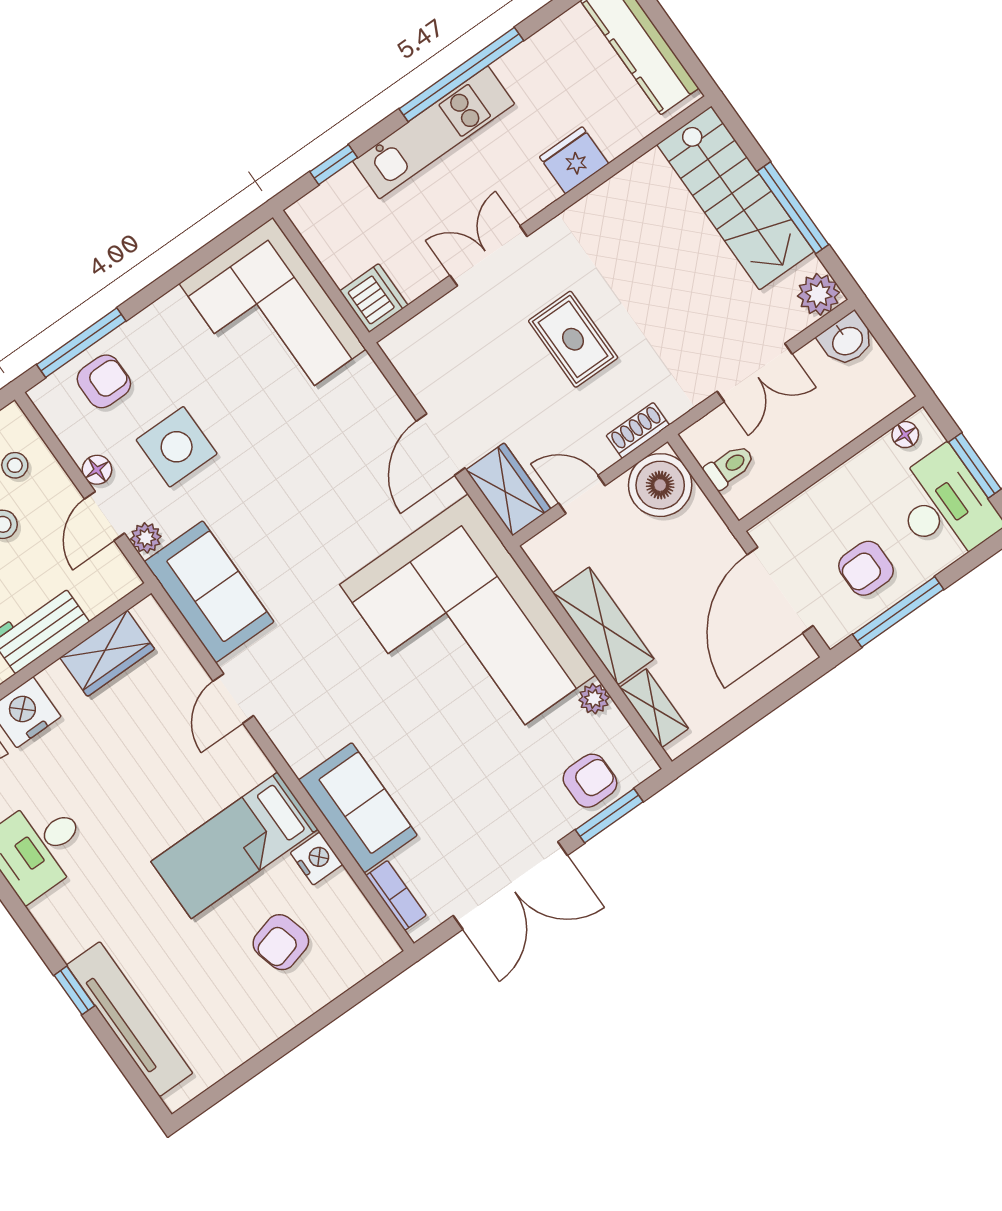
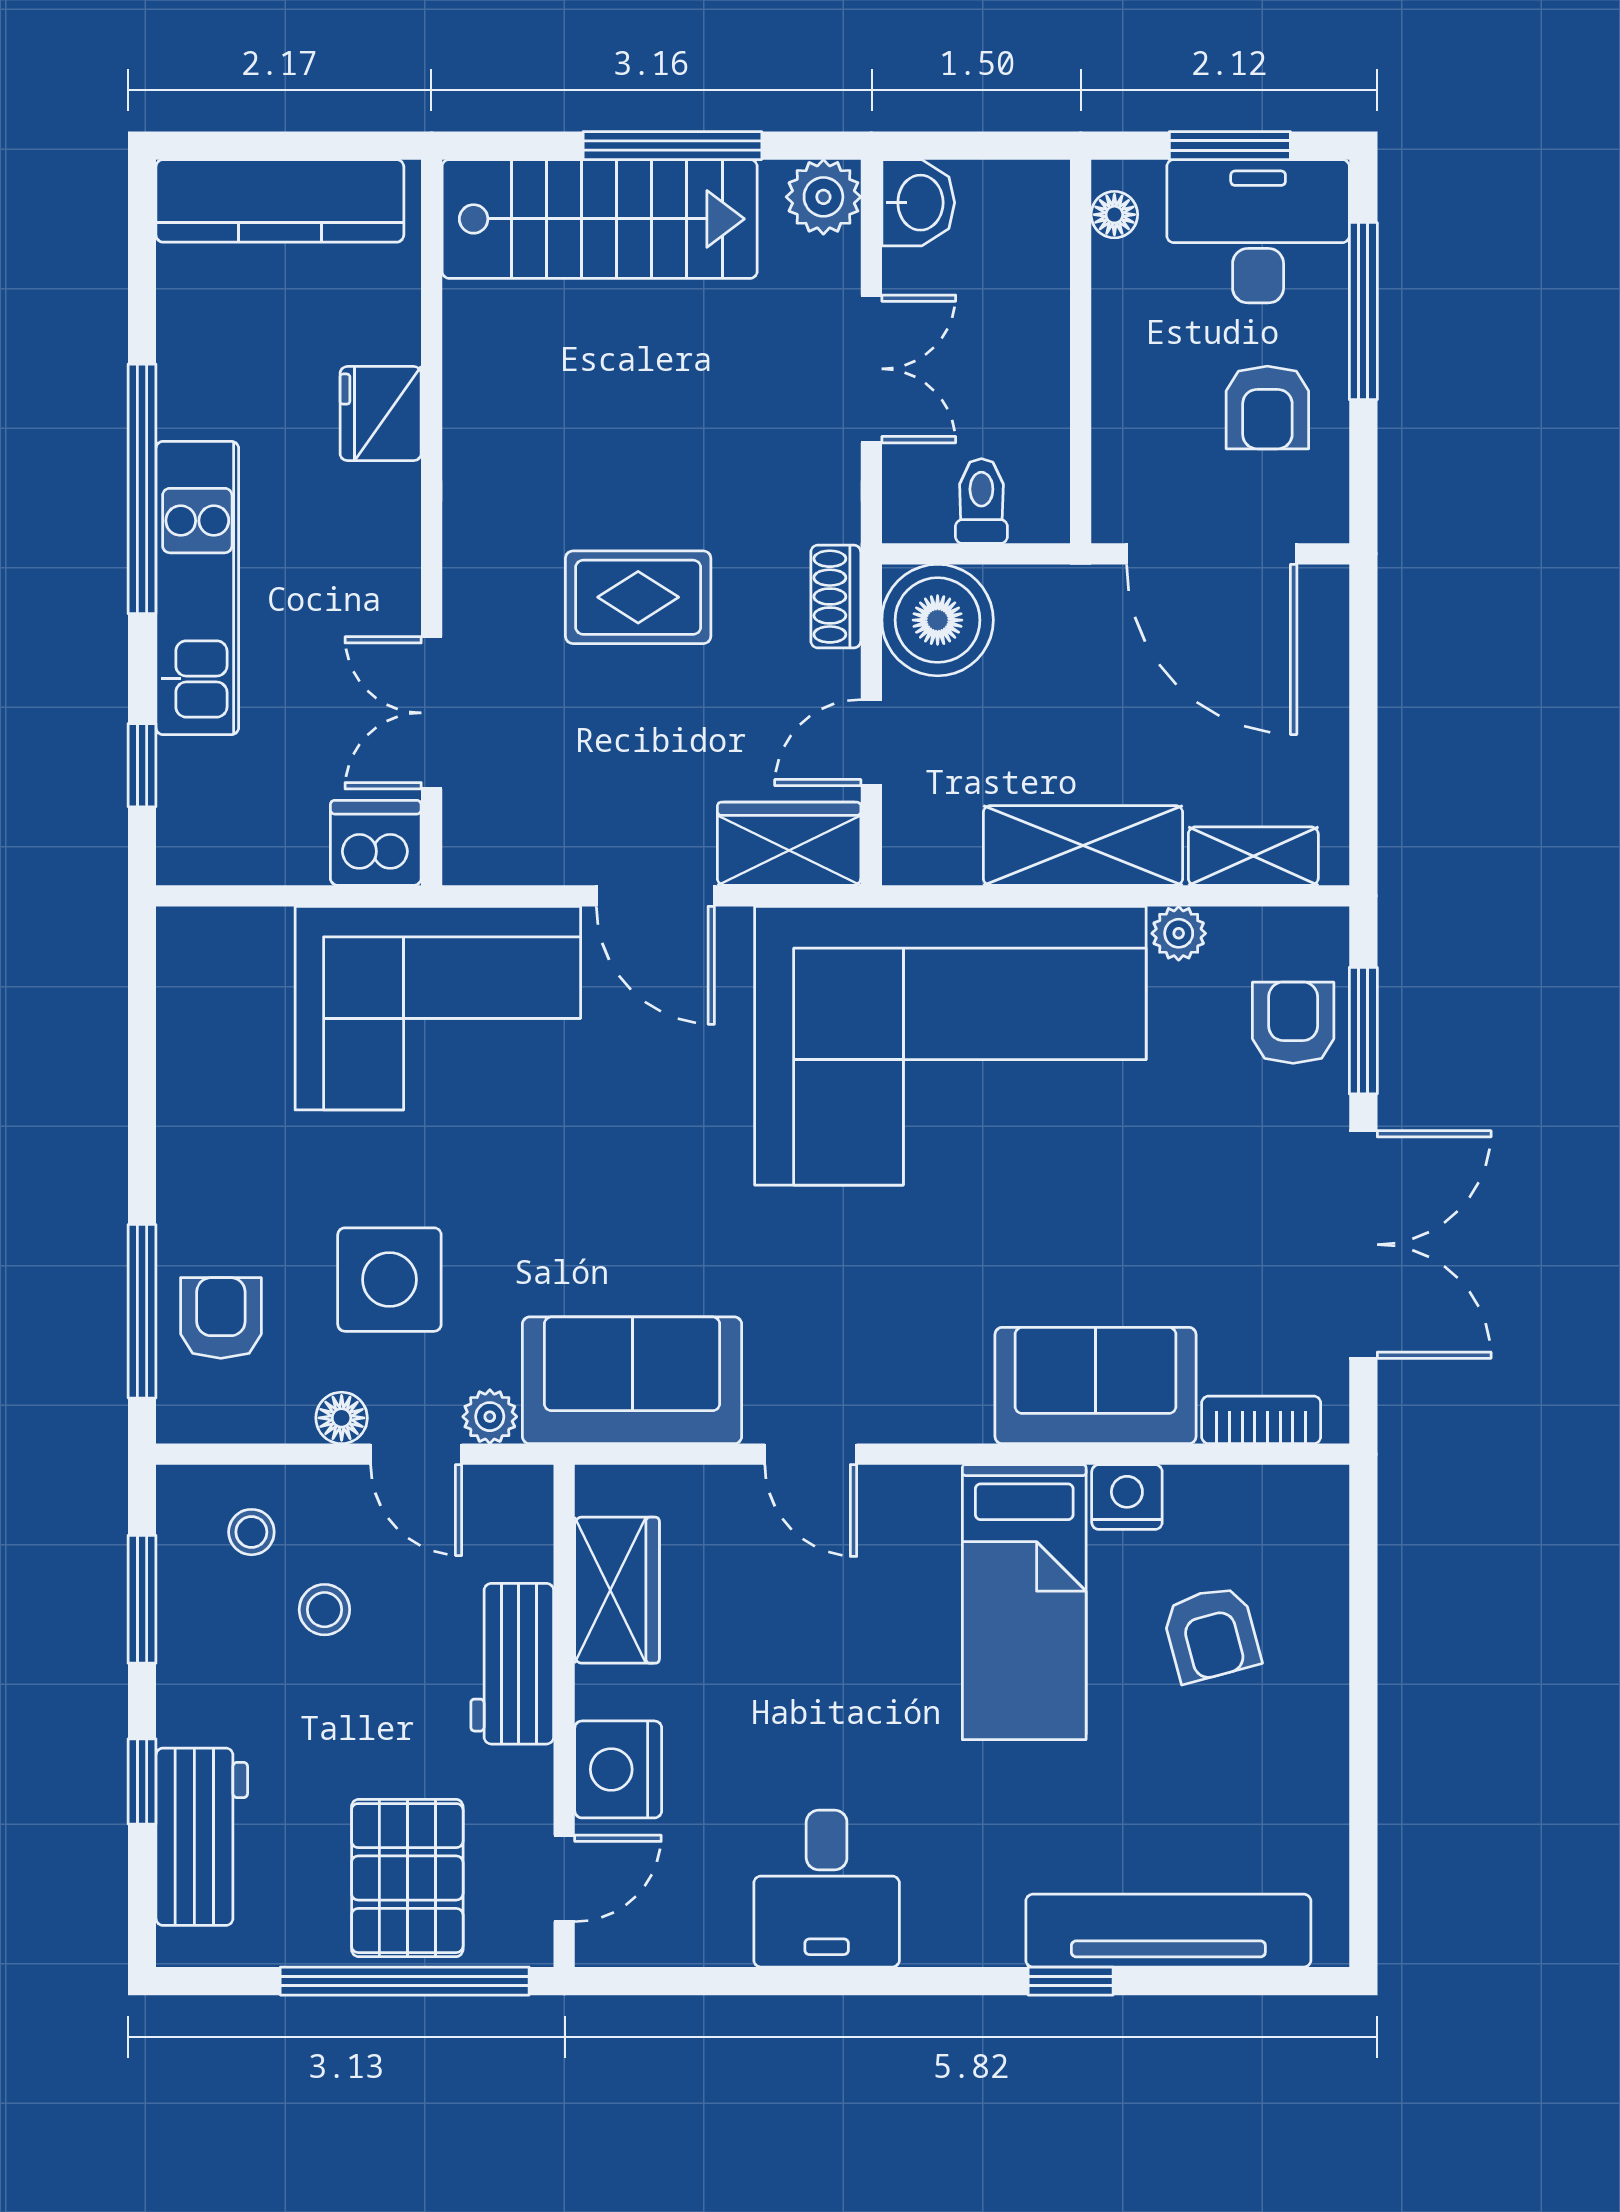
double door: (489, 256) -> (432, 713), moved
corner sofa: (272, 316) -> (438, 1008), moved
window: (898, 612) -> (1363, 311), moved

